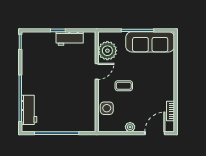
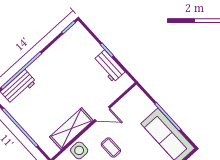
plant: (107, 51) -> (128, 107), removed
shelving: (88, 100) -> (71, 129), added

